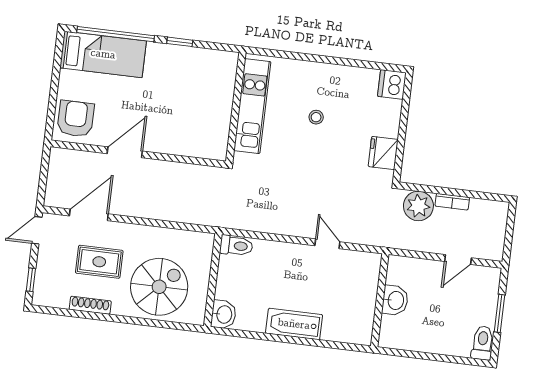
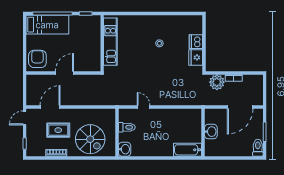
dishwasher: (392, 84) -> (196, 42), moved
kitchen unit: (252, 106) -> (110, 42), moved
wall: (236, 107) -> (102, 43), moved
door: (327, 244) -> (144, 107), moved
toilet: (236, 246) -> (127, 127), moved
door: (458, 260) -> (240, 107), width x1.87
spiral stairs: (159, 287) -> (90, 139), turned 90
bathtub: (294, 324) -> (188, 150), moved

